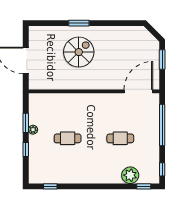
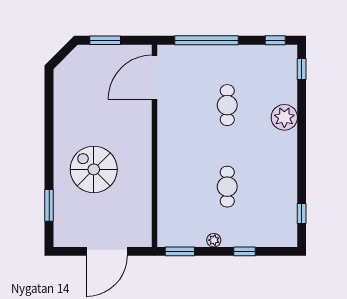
window: (79, 23) -> (49, 205), moved
door: (138, 91) -> (155, 77), hinge flipped
window: (26, 123) -> (180, 251), moved
plant: (130, 175) -> (284, 117), moved

